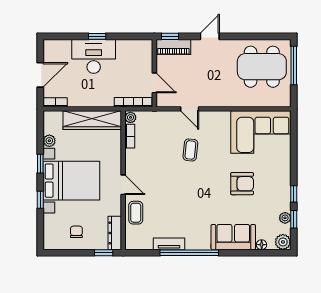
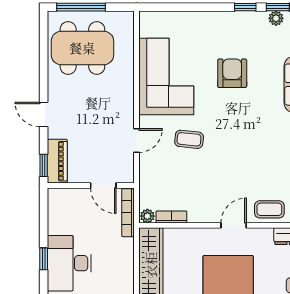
dining table: (262, 67) -> (82, 48), turned 90
door: (154, 83) -> (103, 185), swing flipped
corner sofa: (261, 132) -> (166, 77), moved

